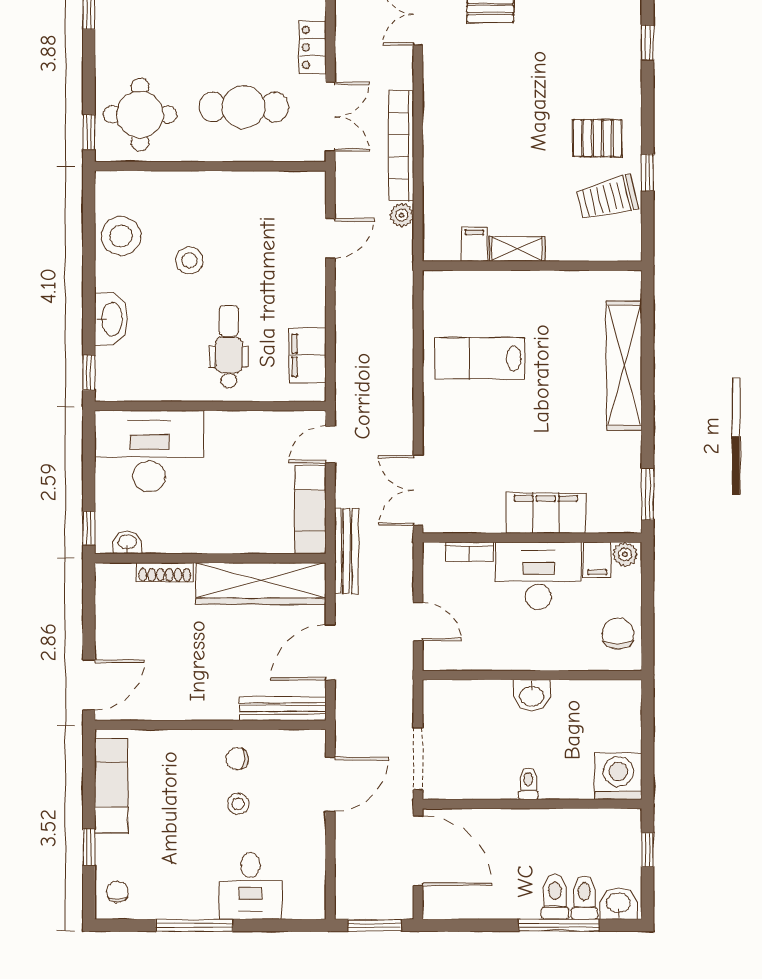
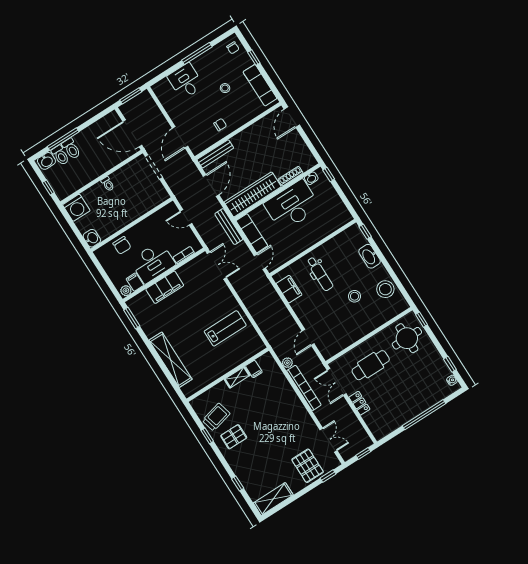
desk: (149, 451) -> (292, 206), moved, turned 180
chair: (618, 634) -> (122, 245), moved
washbasin: (532, 695) -> (92, 238), moved, turned 90
stool: (238, 804) -> (225, 88), moved

